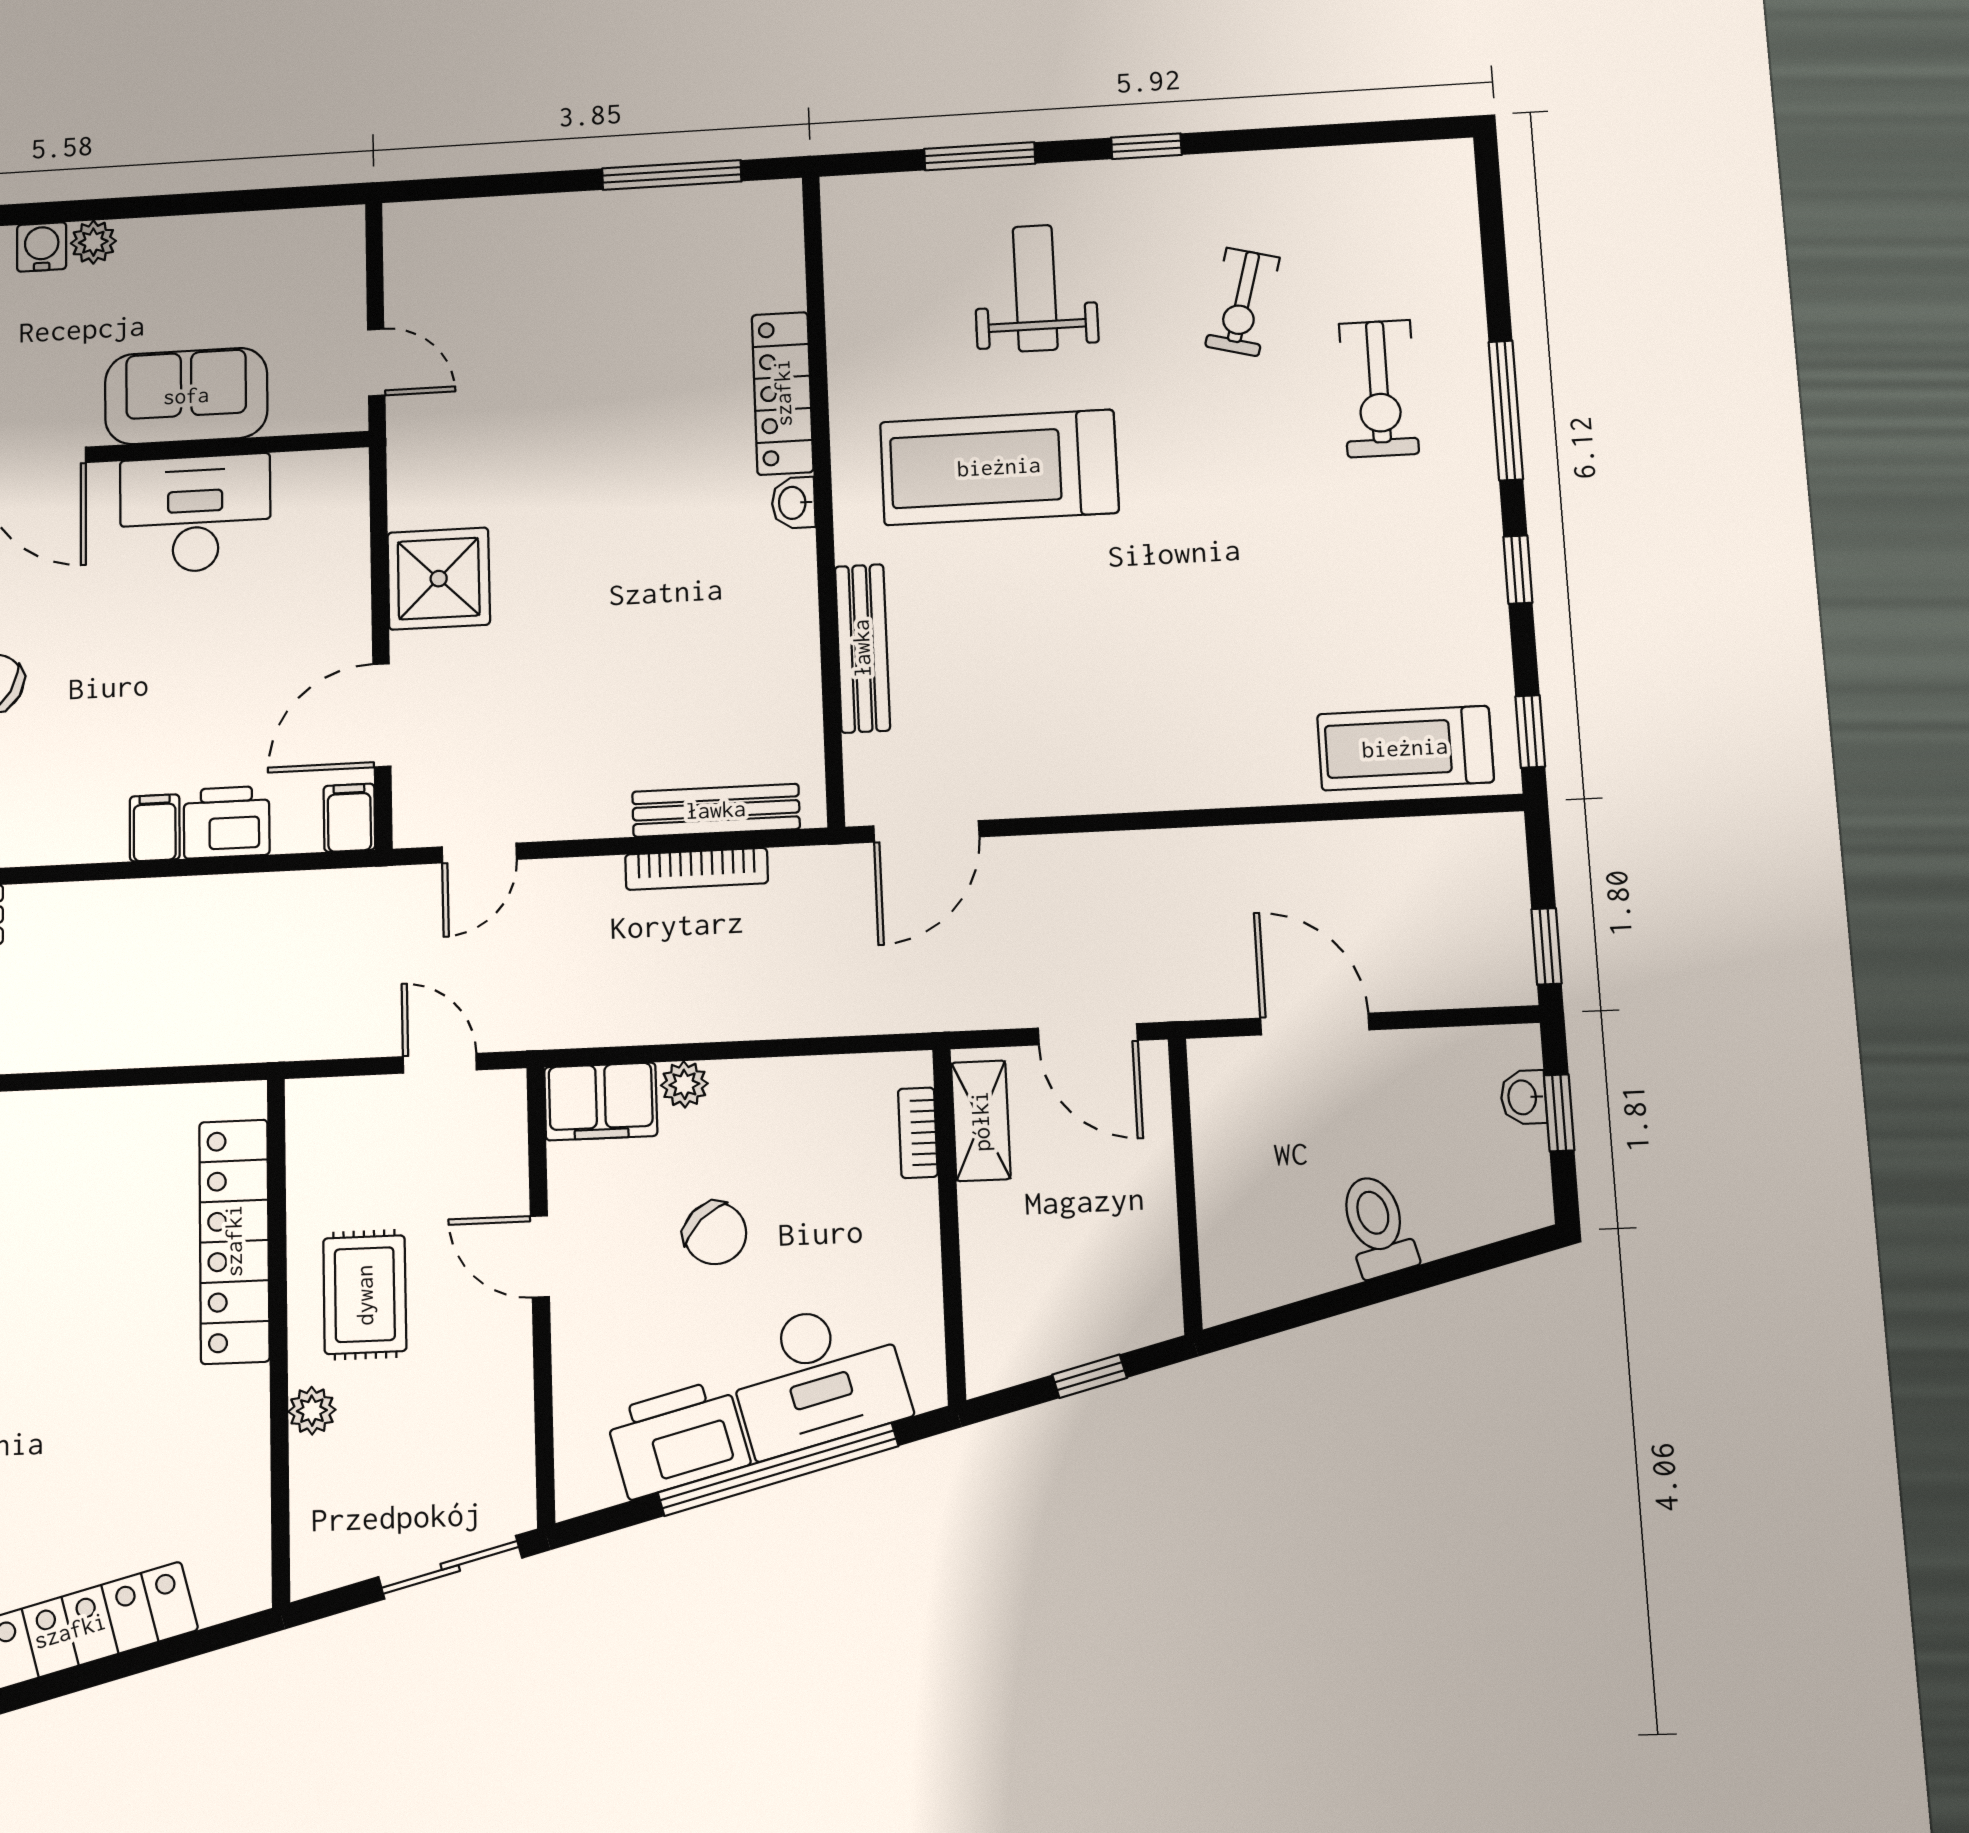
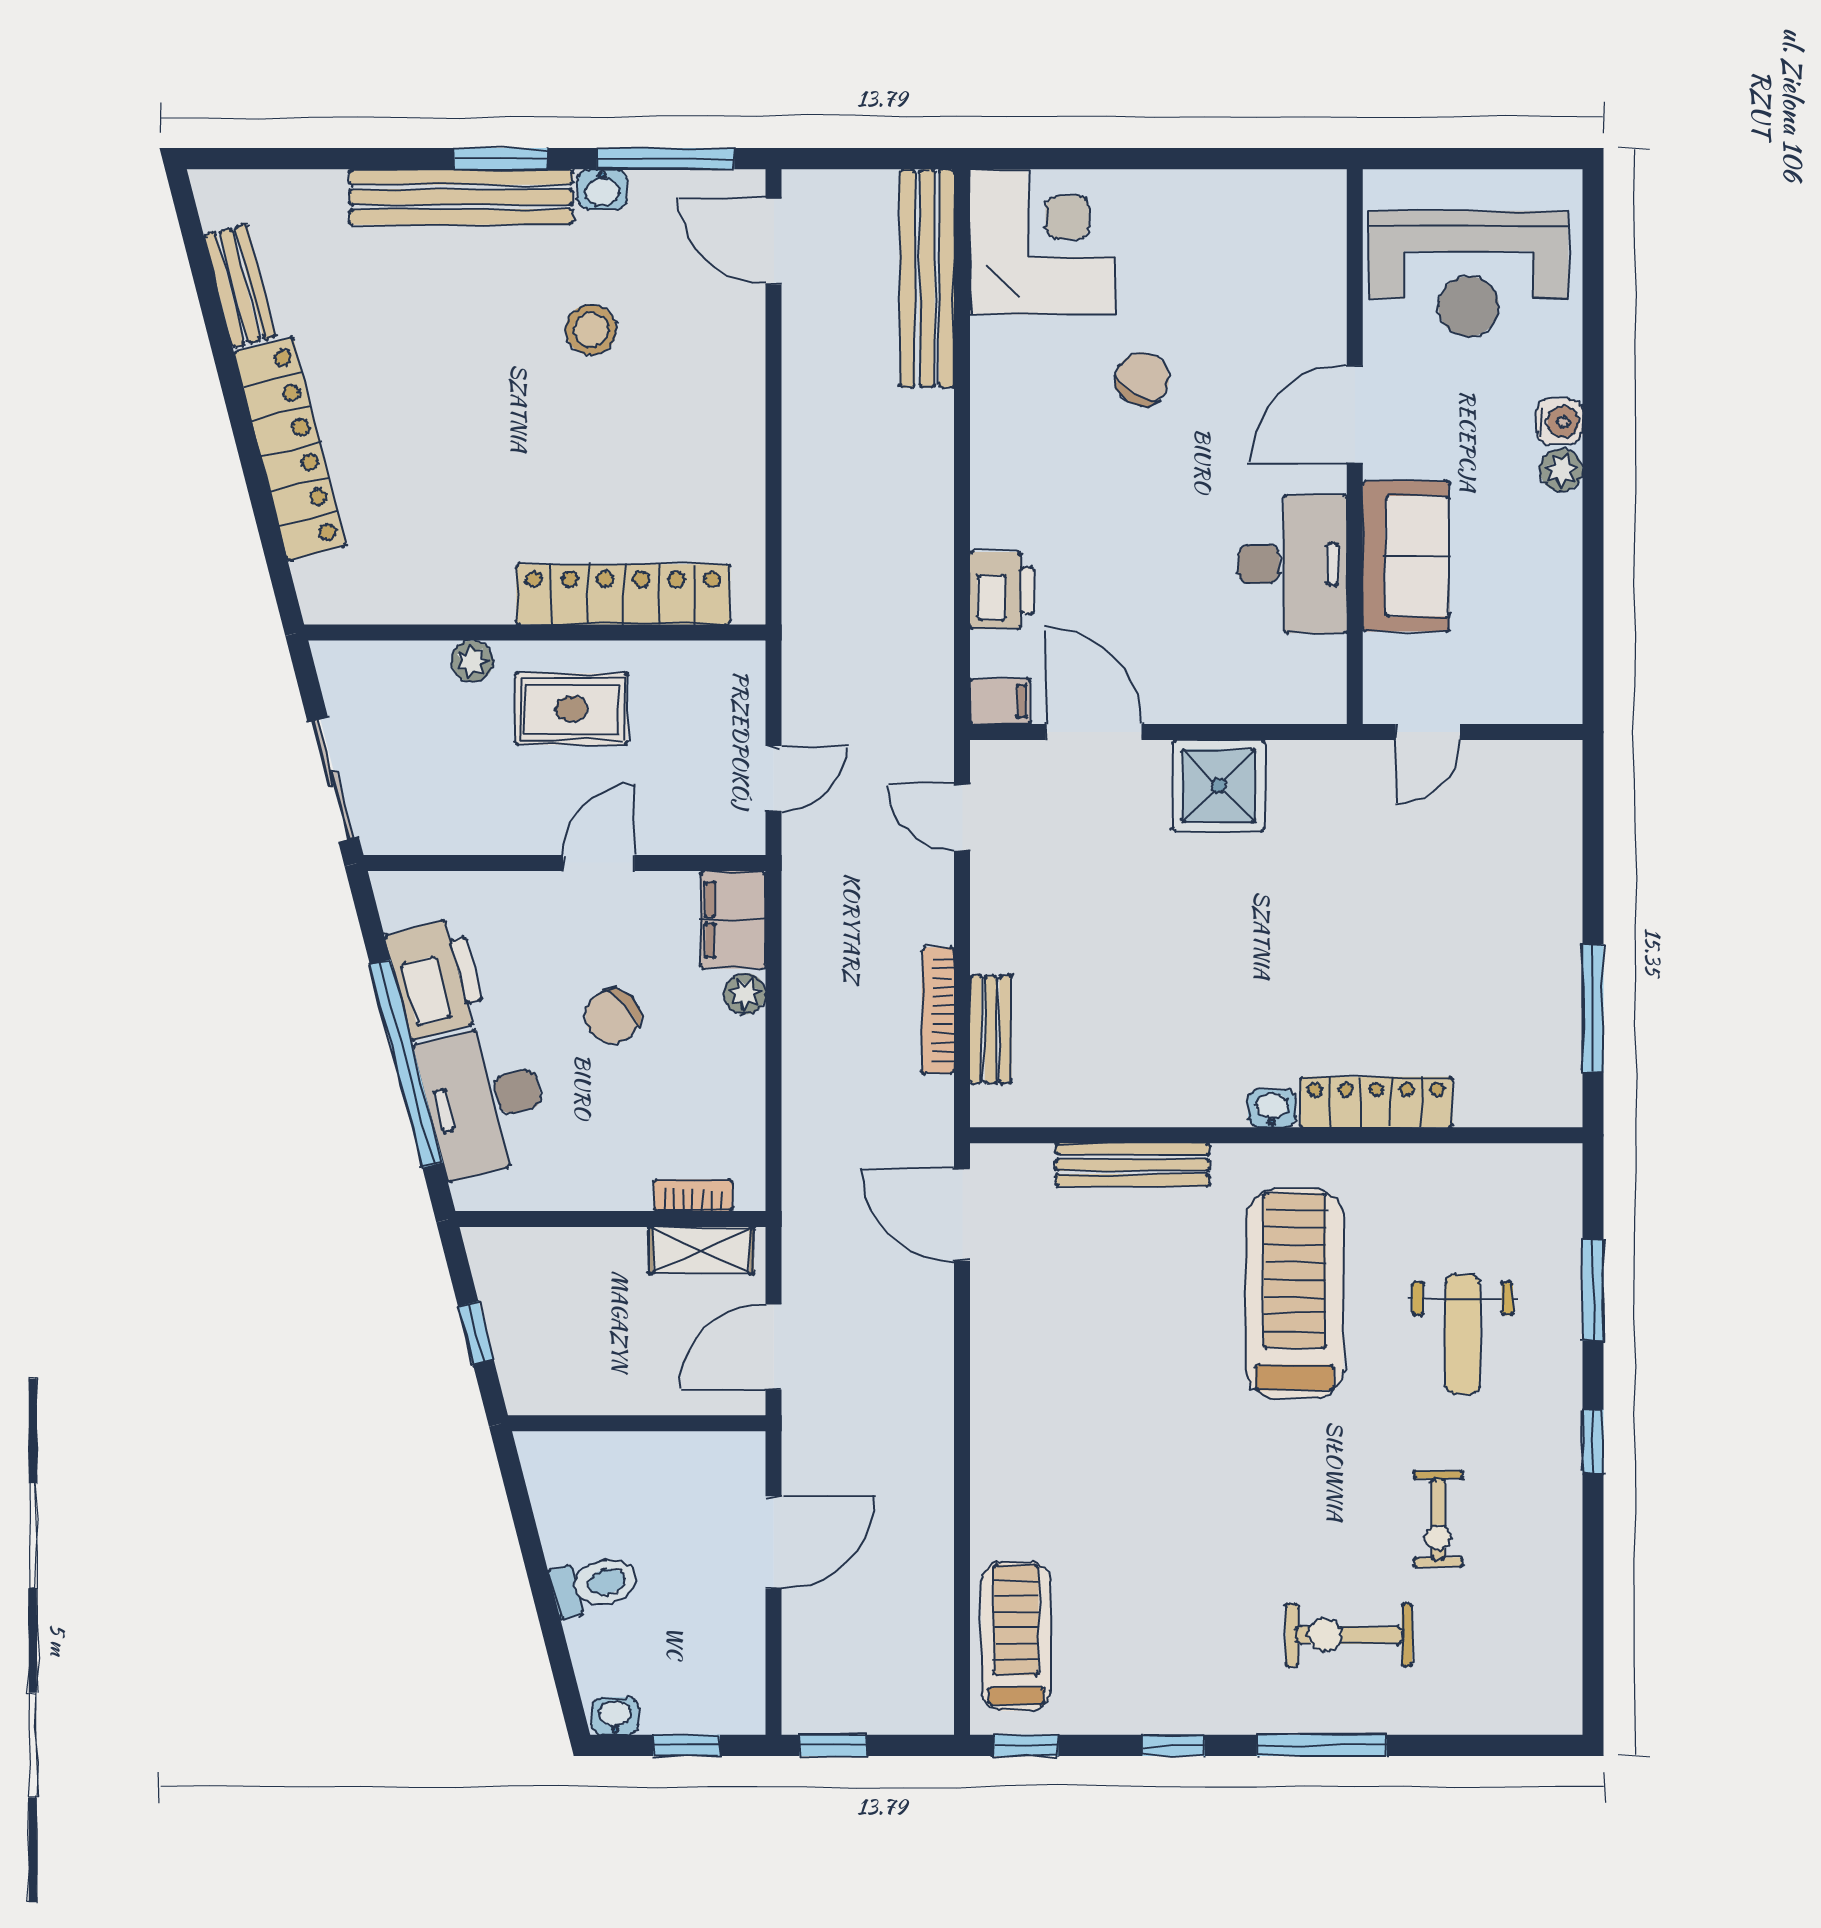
weight bench: (1035, 288) -> (1463, 1334), turned 90
exercise bike: (1242, 302) -> (1438, 1519), turned -105
bench: (716, 810) -> (991, 1029), width x0.73
filing cabinet: (155, 828) -> (1000, 525), removed
washbasin: (1523, 1097) -> (615, 1716), moved

